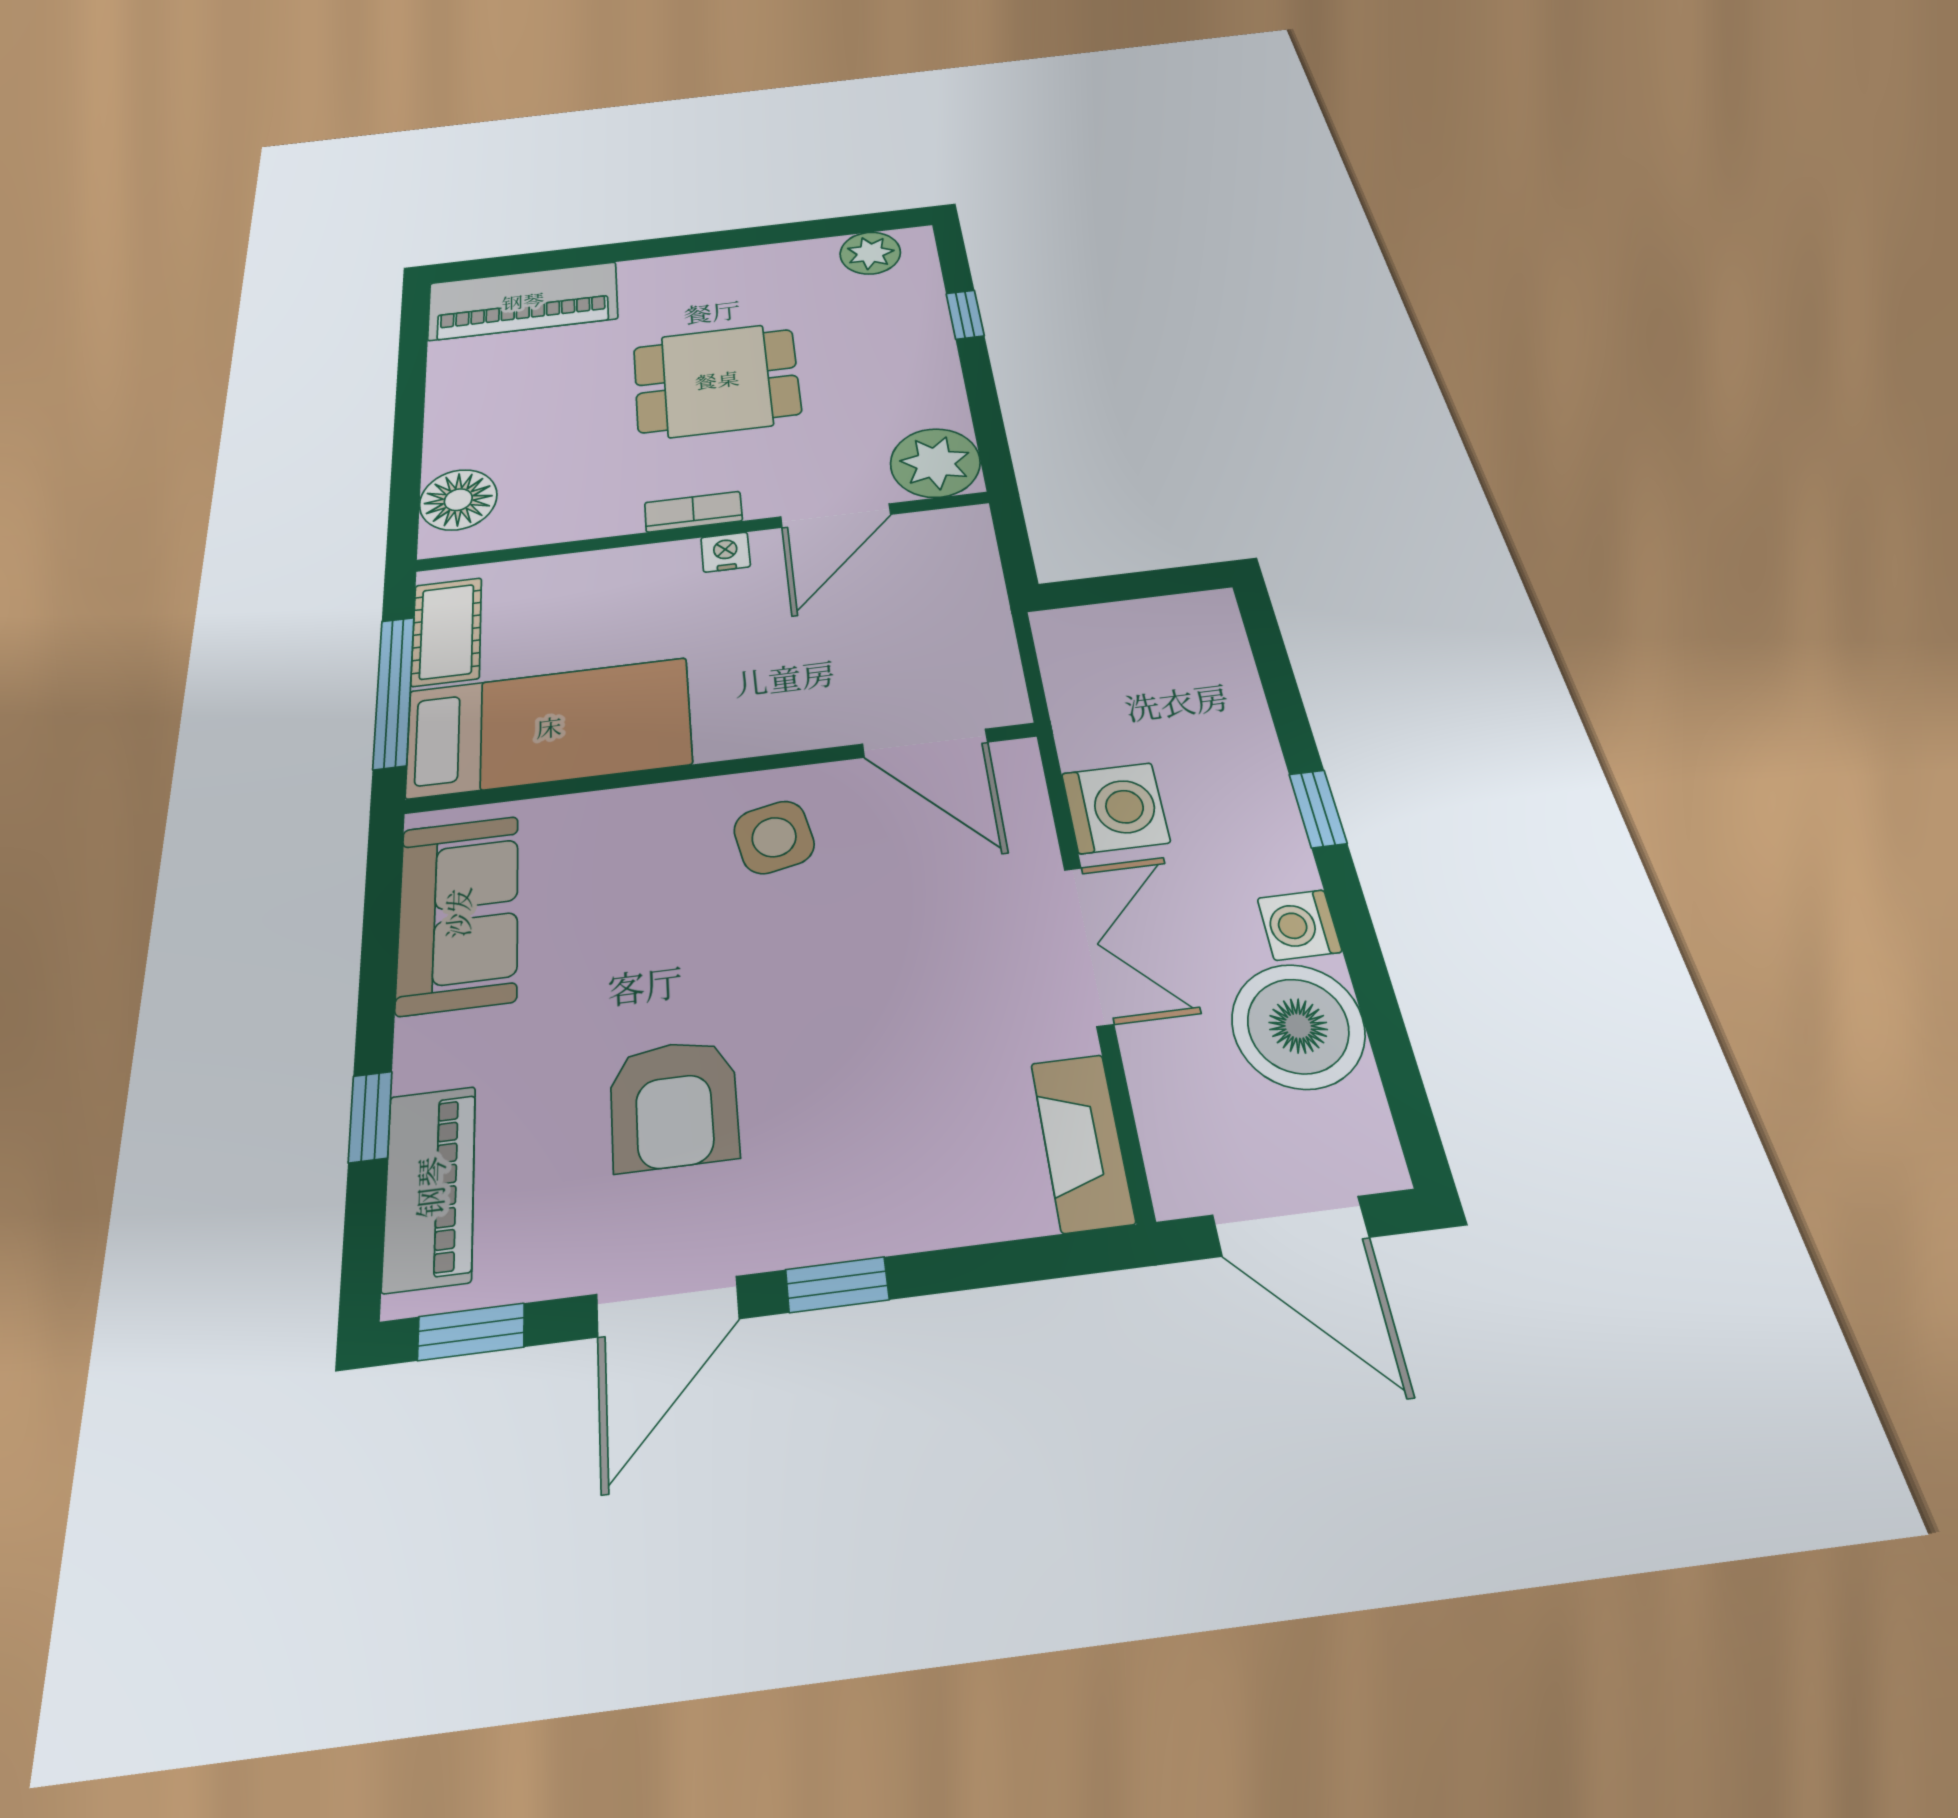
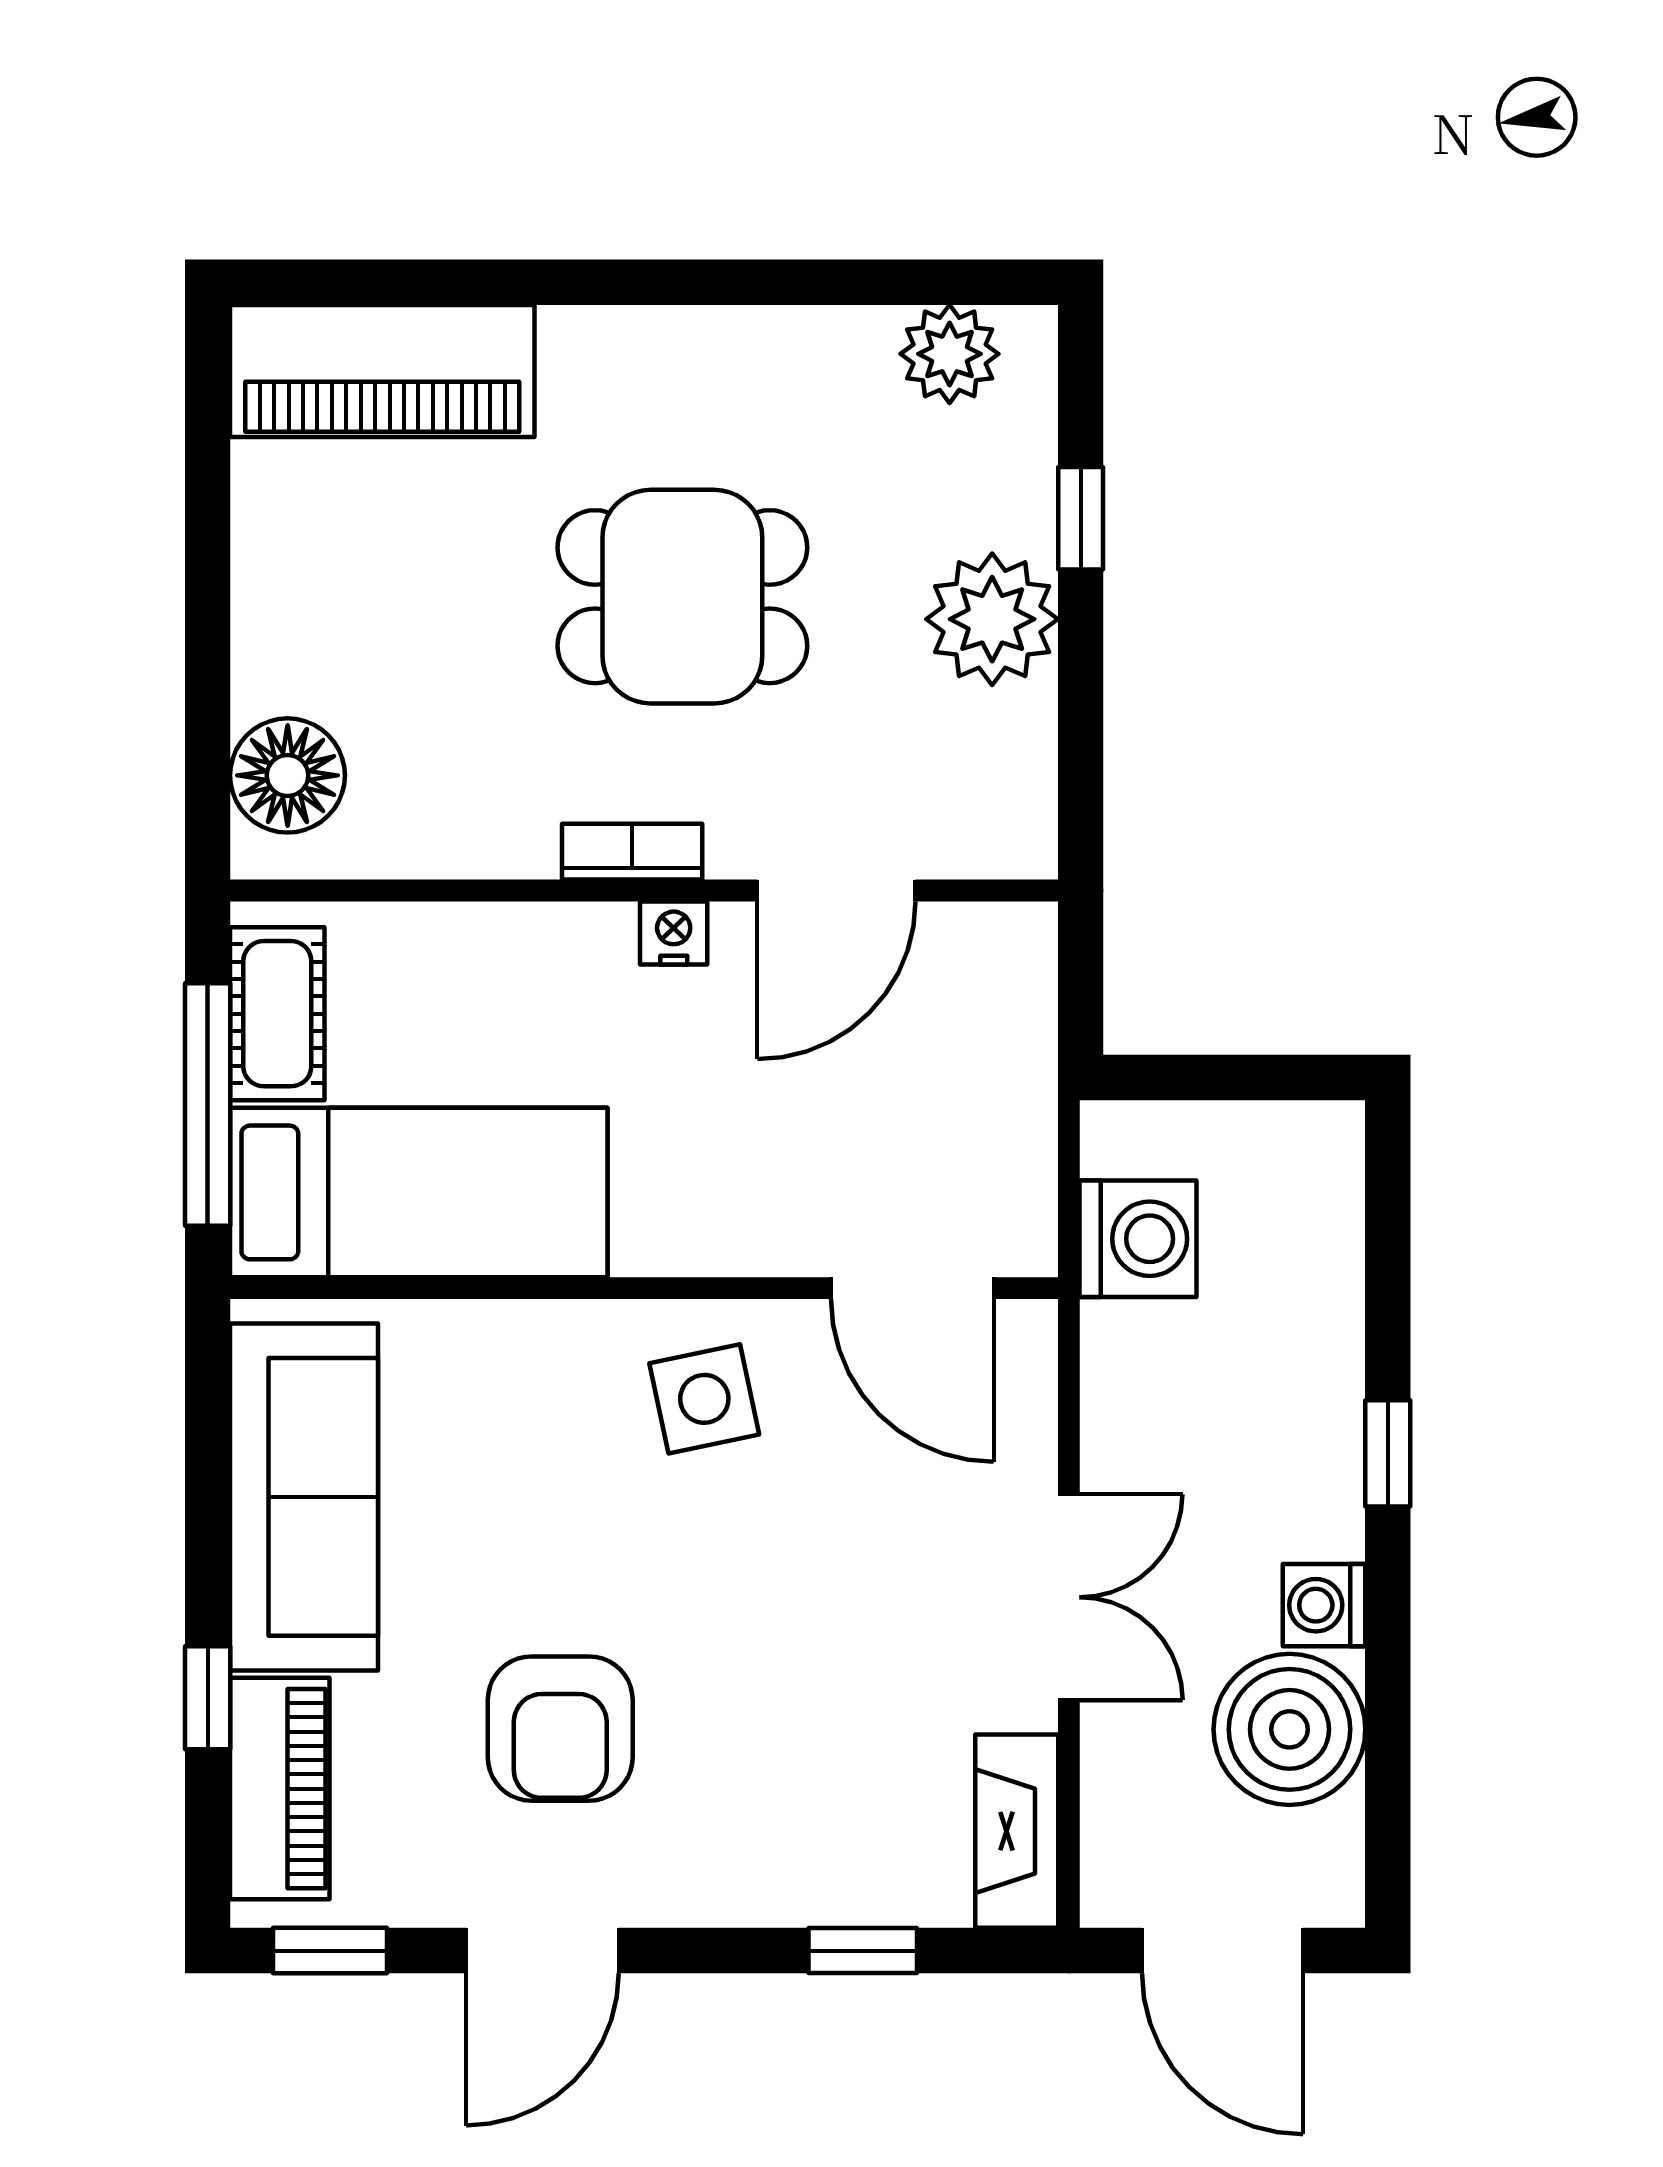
plant: (935, 463) -> (992, 619), moved
washing machine: (1115, 808) -> (1138, 1239), moved
sofa: (458, 913) -> (304, 1497), width x1.36
window: (837, 1285) -> (863, 1951), moved

